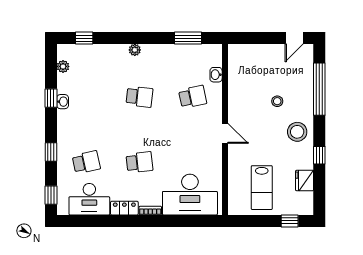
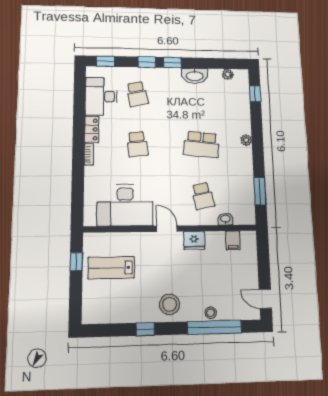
filing cabinet: (237, 68) -> (233, 240), added
school desk: (139, 97) -> (201, 144), width x1.85
window: (51, 98) -> (172, 63), moved
stool: (277, 101) -> (211, 313), moved
washbasin: (63, 102) -> (195, 76), width x1.91, depth x1.45
door: (225, 133) -> (167, 229), swing flipped
fridge: (305, 181) -> (194, 240), moved, turned 180
desk: (190, 195) -> (125, 205), moved, turned -90
window: (290, 221) -> (76, 262), moved

